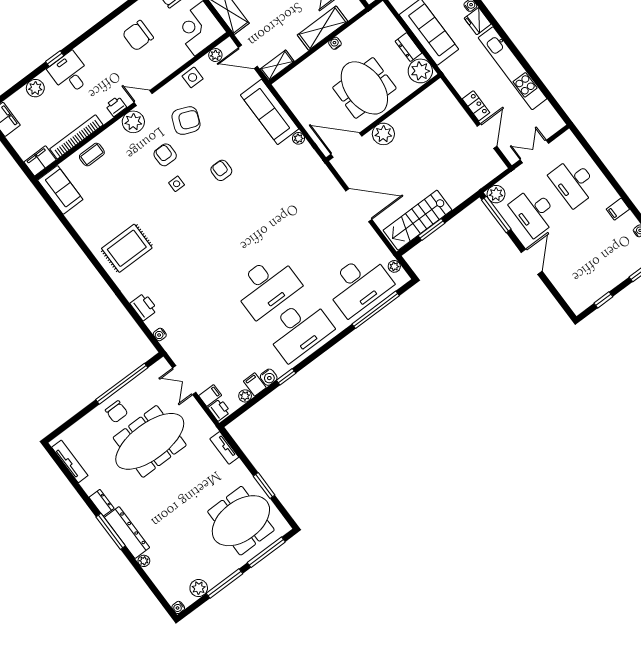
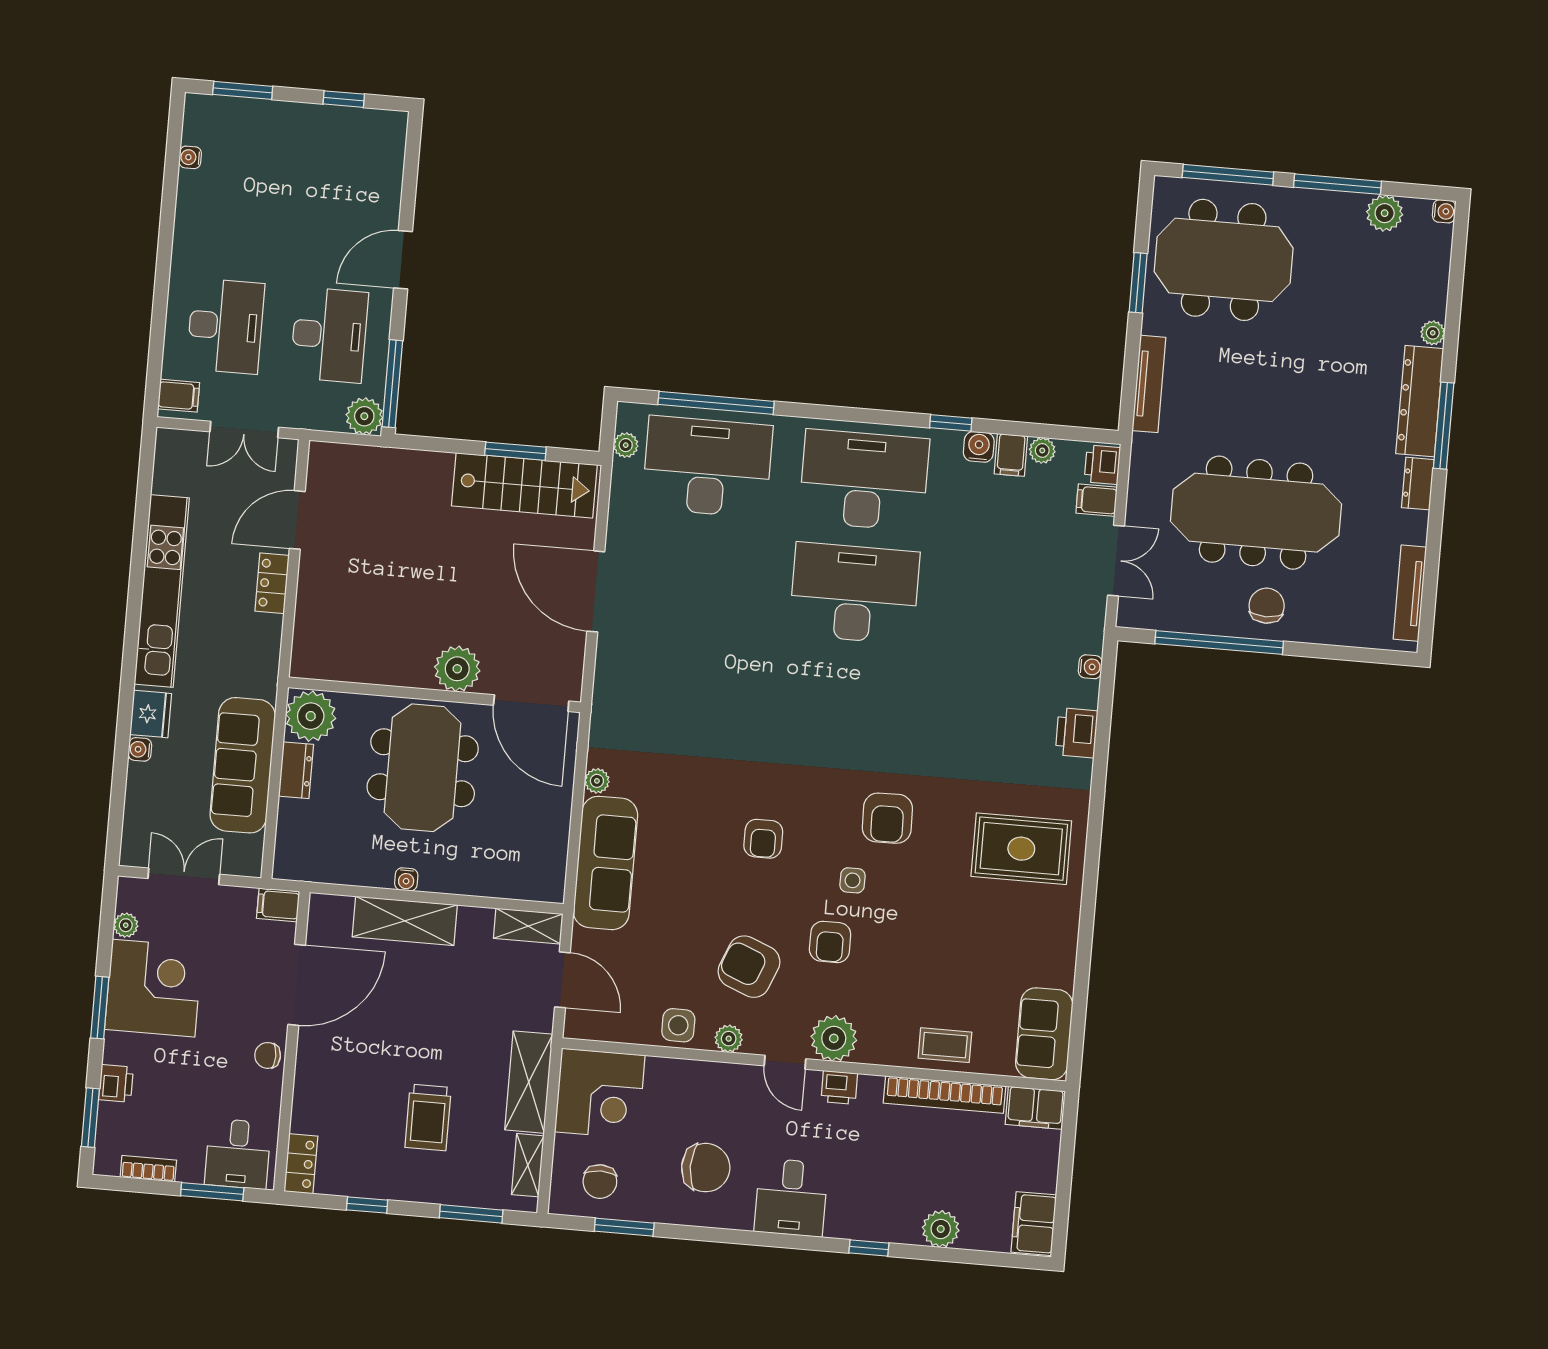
plant: (215, 55) -> (729, 1039), moved
desk: (70, 73) -> (791, 1198), moved
filing cabinet: (618, 209) -> (179, 396), moved
armchair: (184, 217) -> (887, 818), added
tv unit: (224, 448) -> (1149, 384), width x1.41

